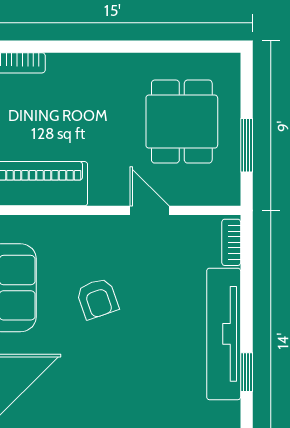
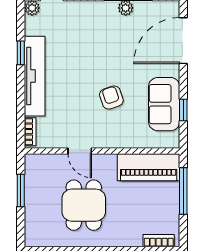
dining table: (182, 122) -> (84, 205), moved

